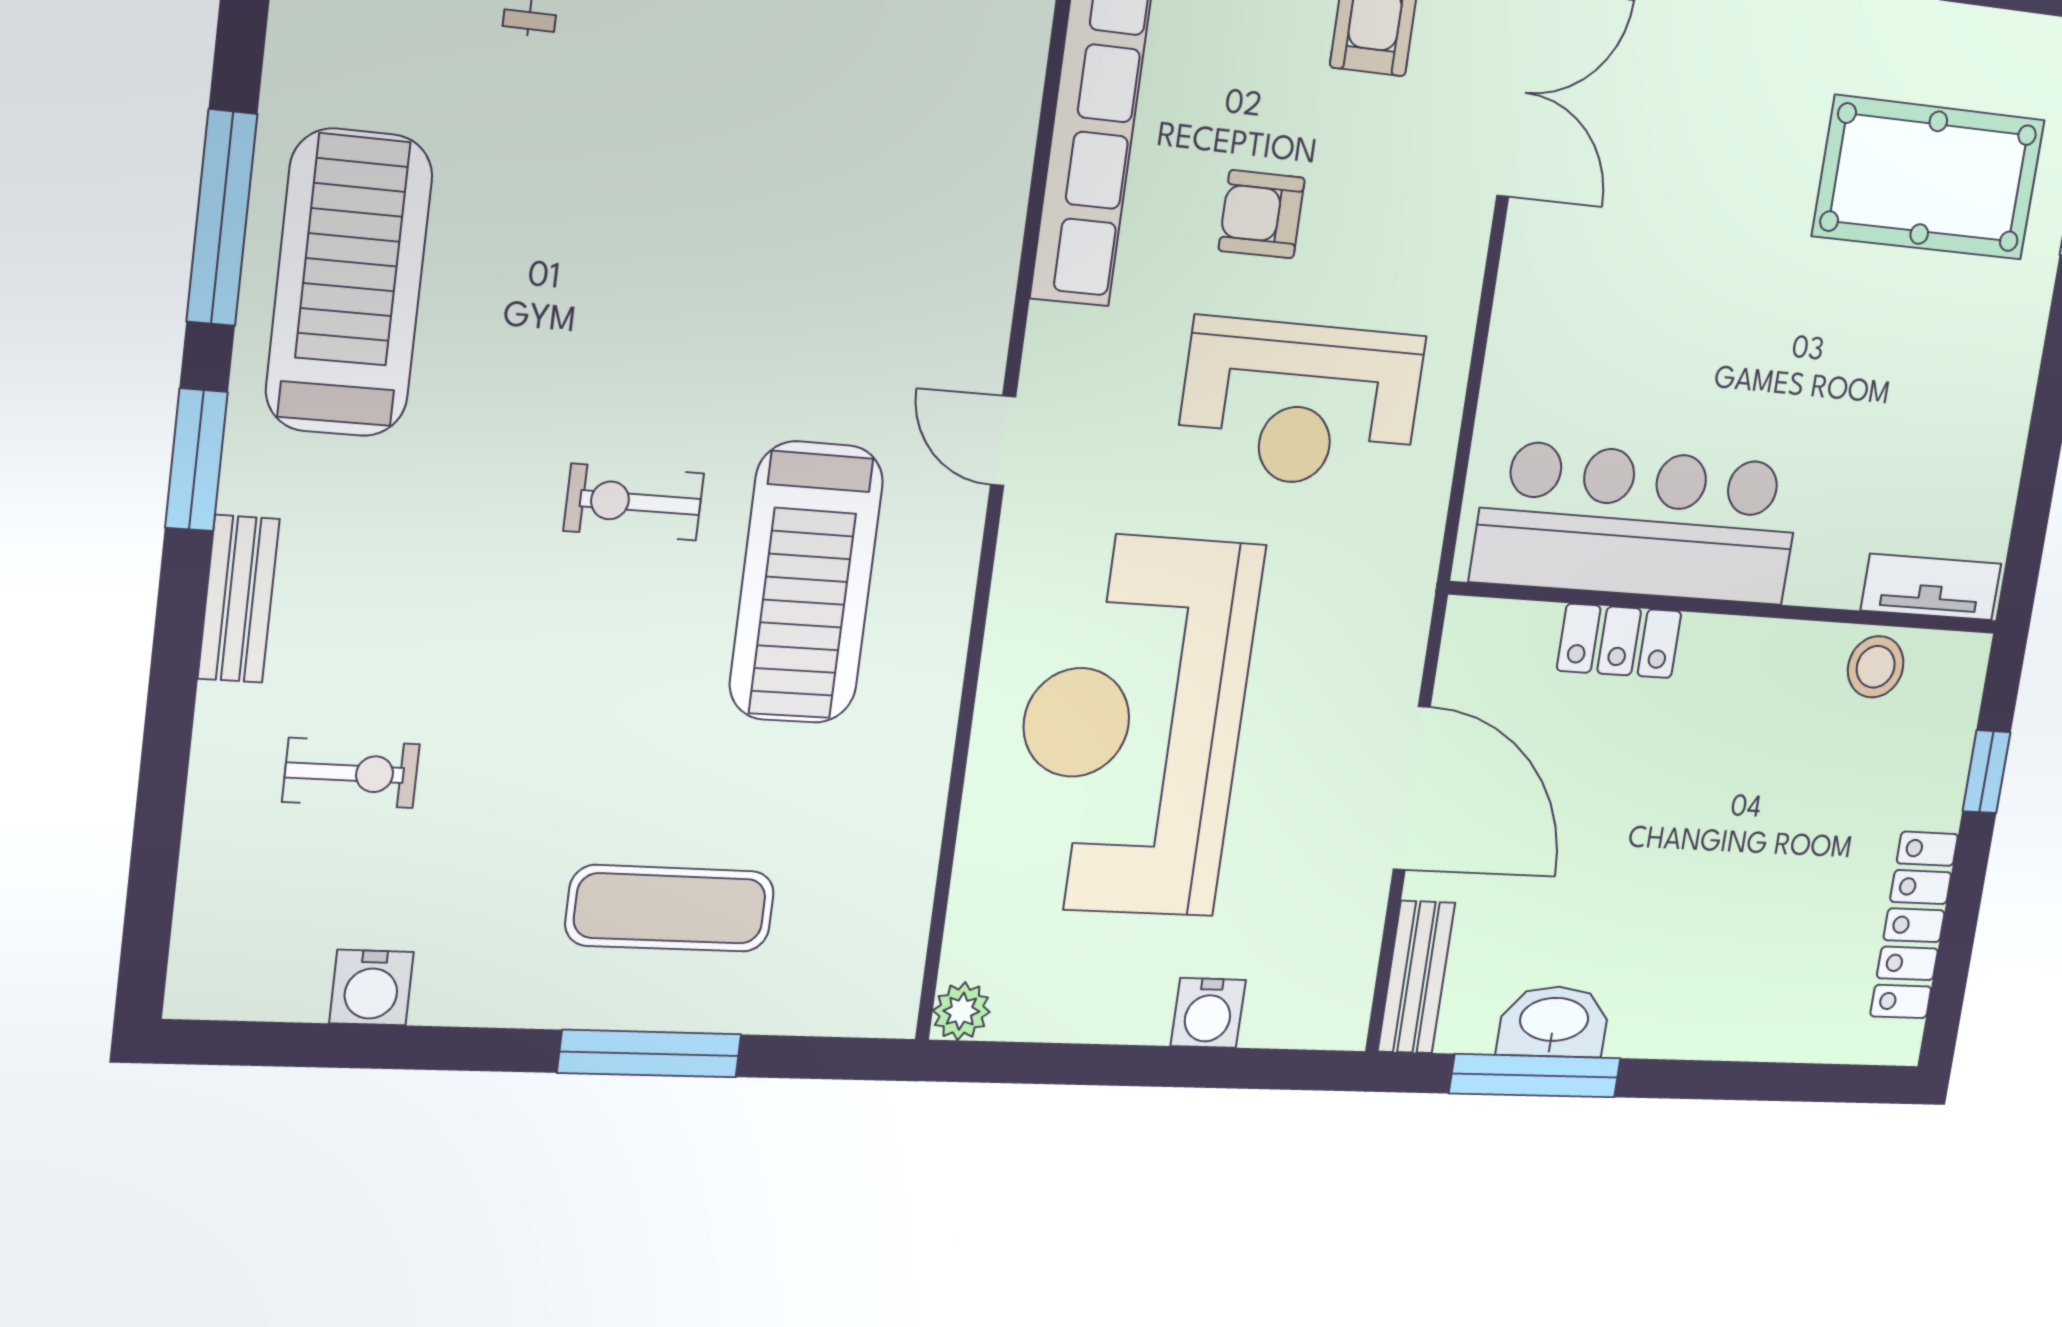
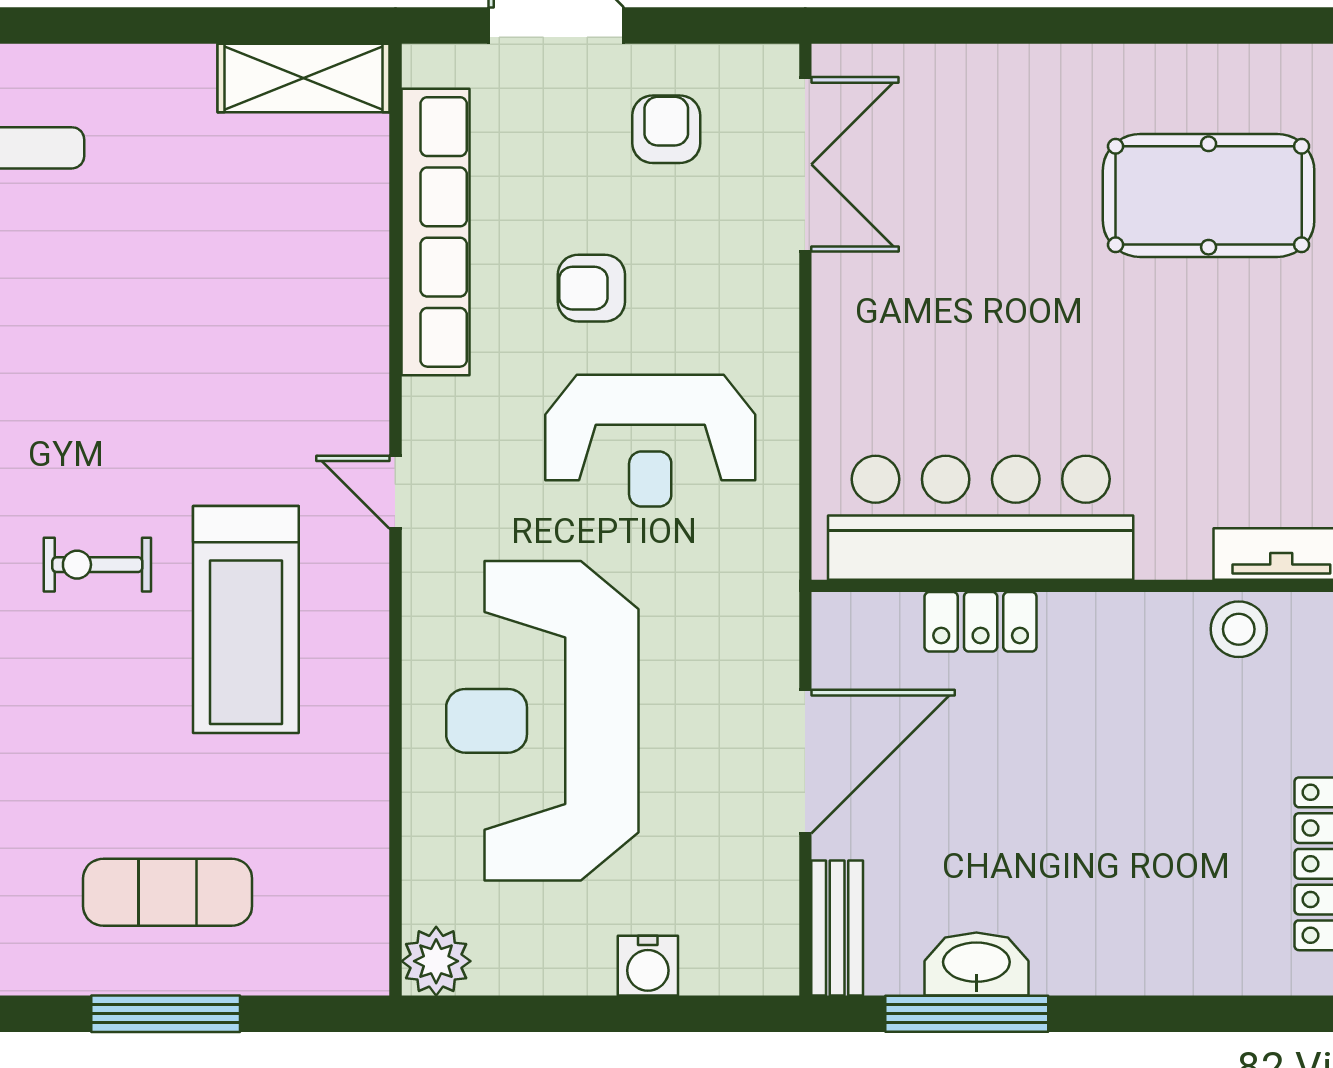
door: (1412, 788) -> (805, 762), hinge flipped
plant: (961, 1011) -> (436, 961), width x1.38, depth x1.38

